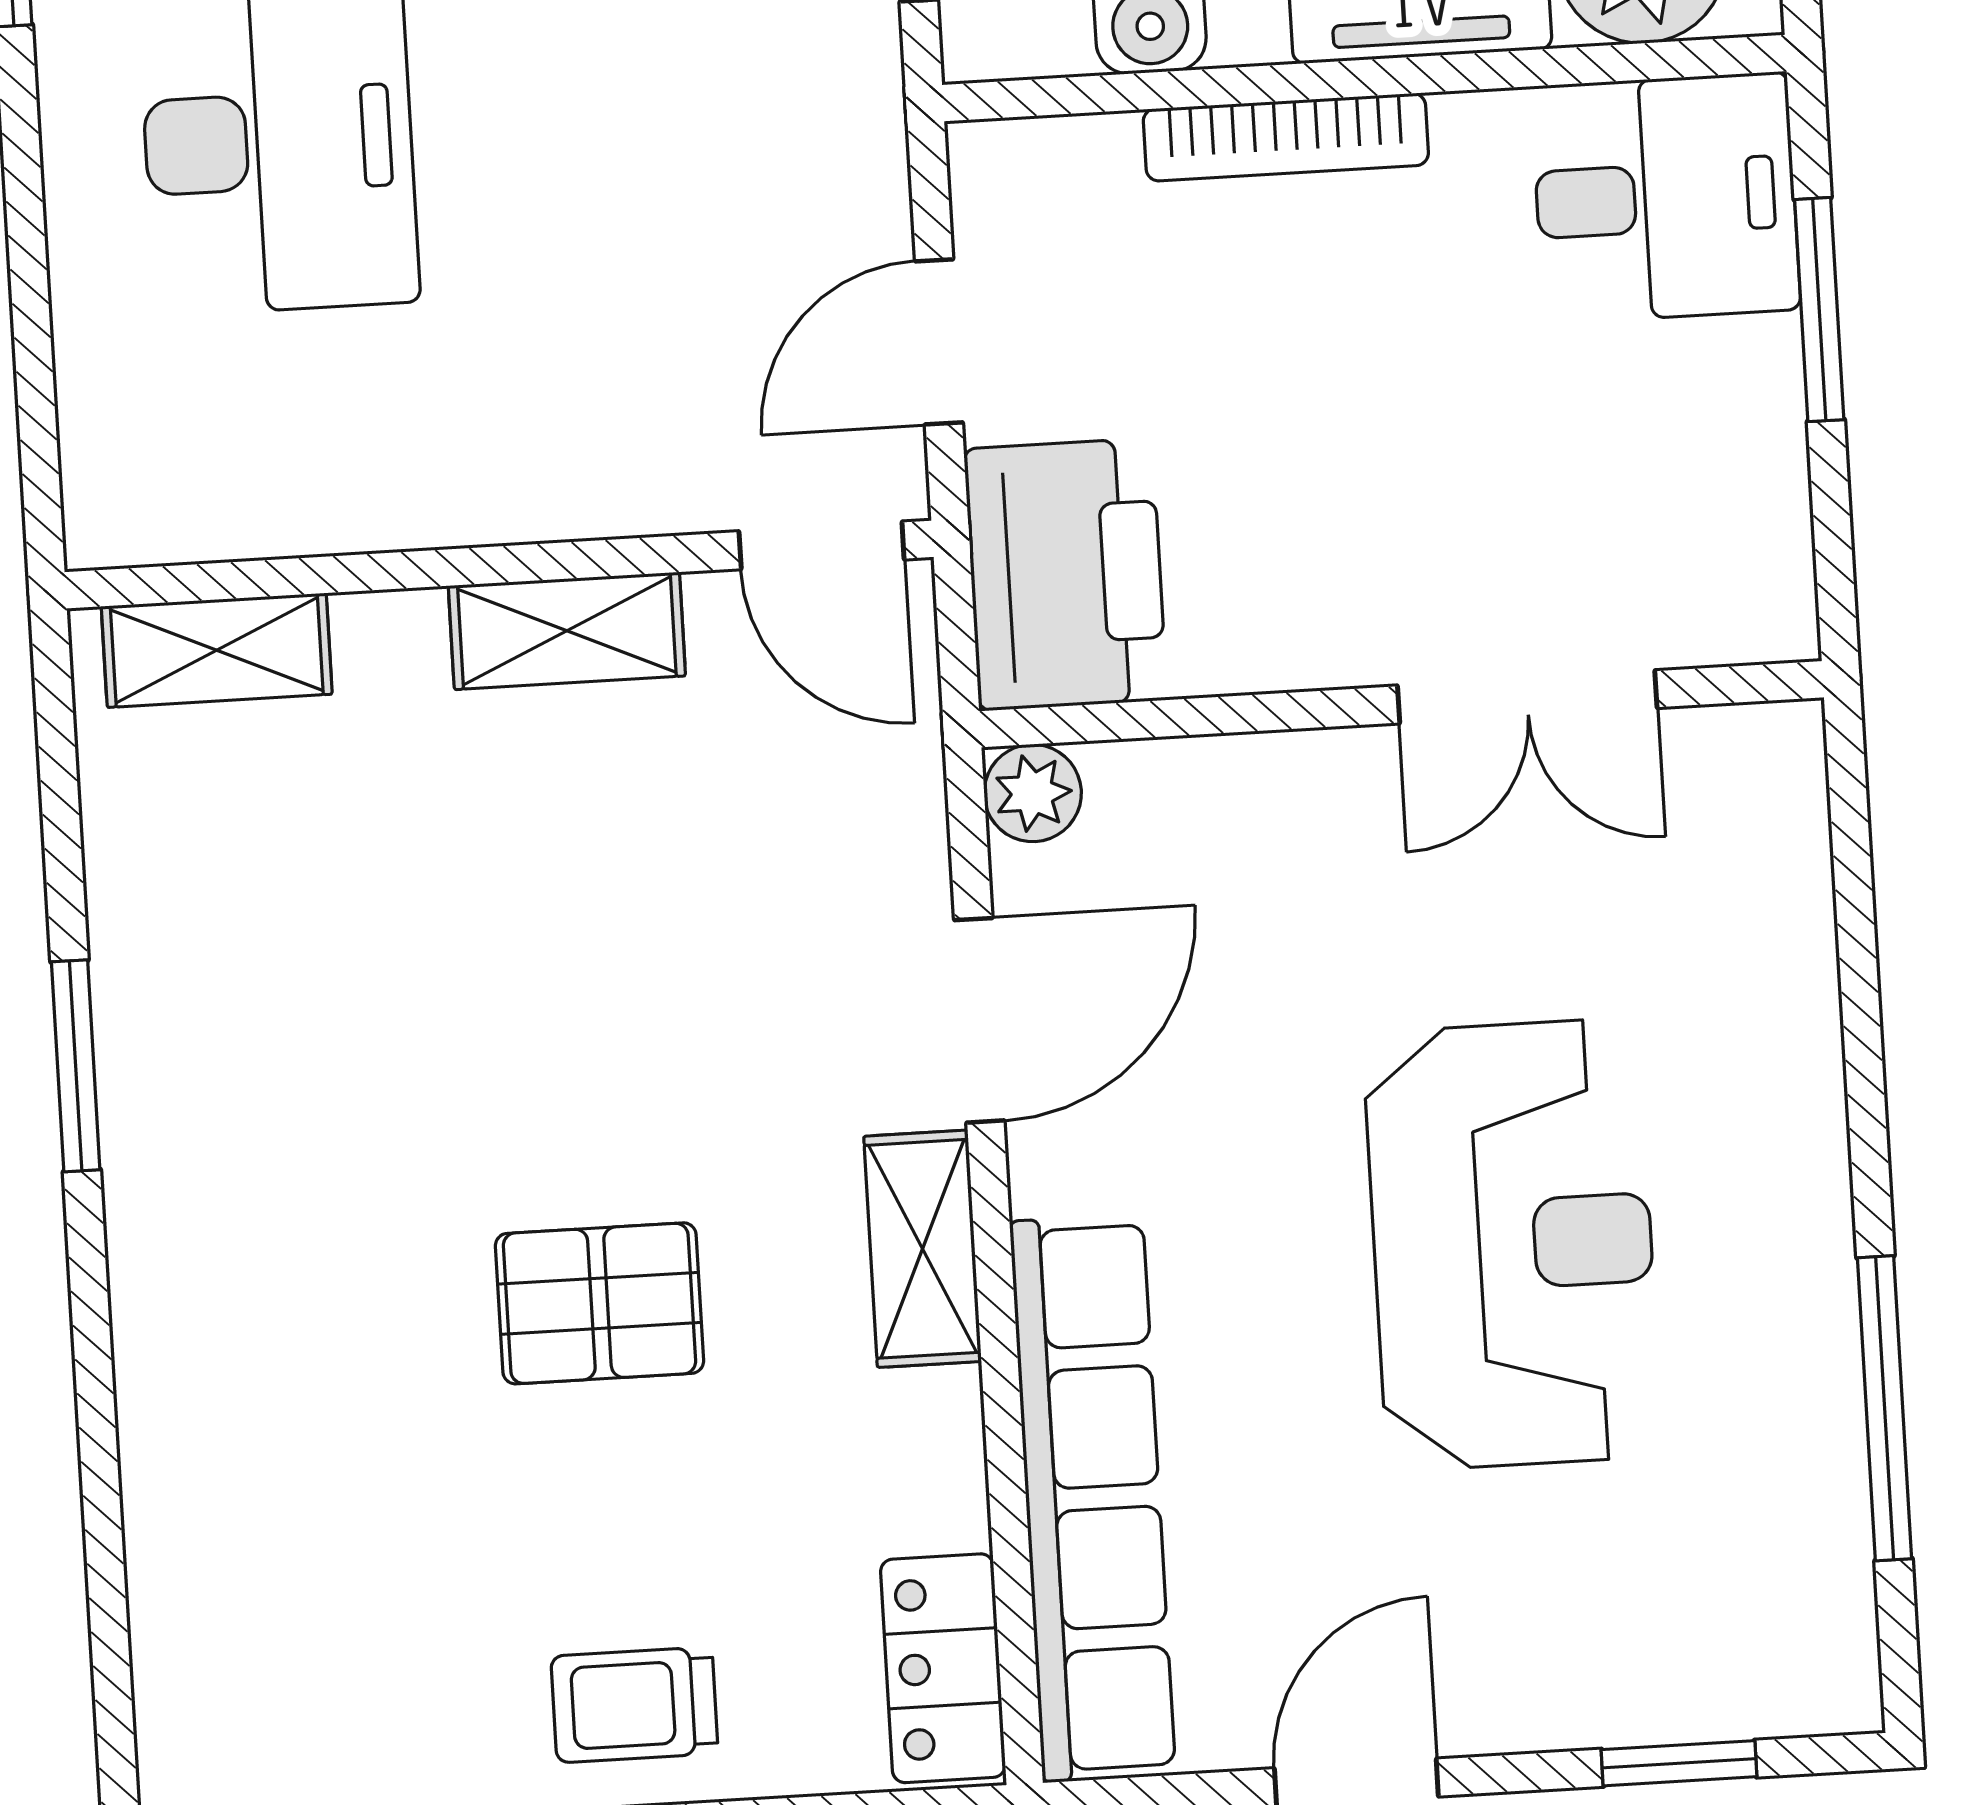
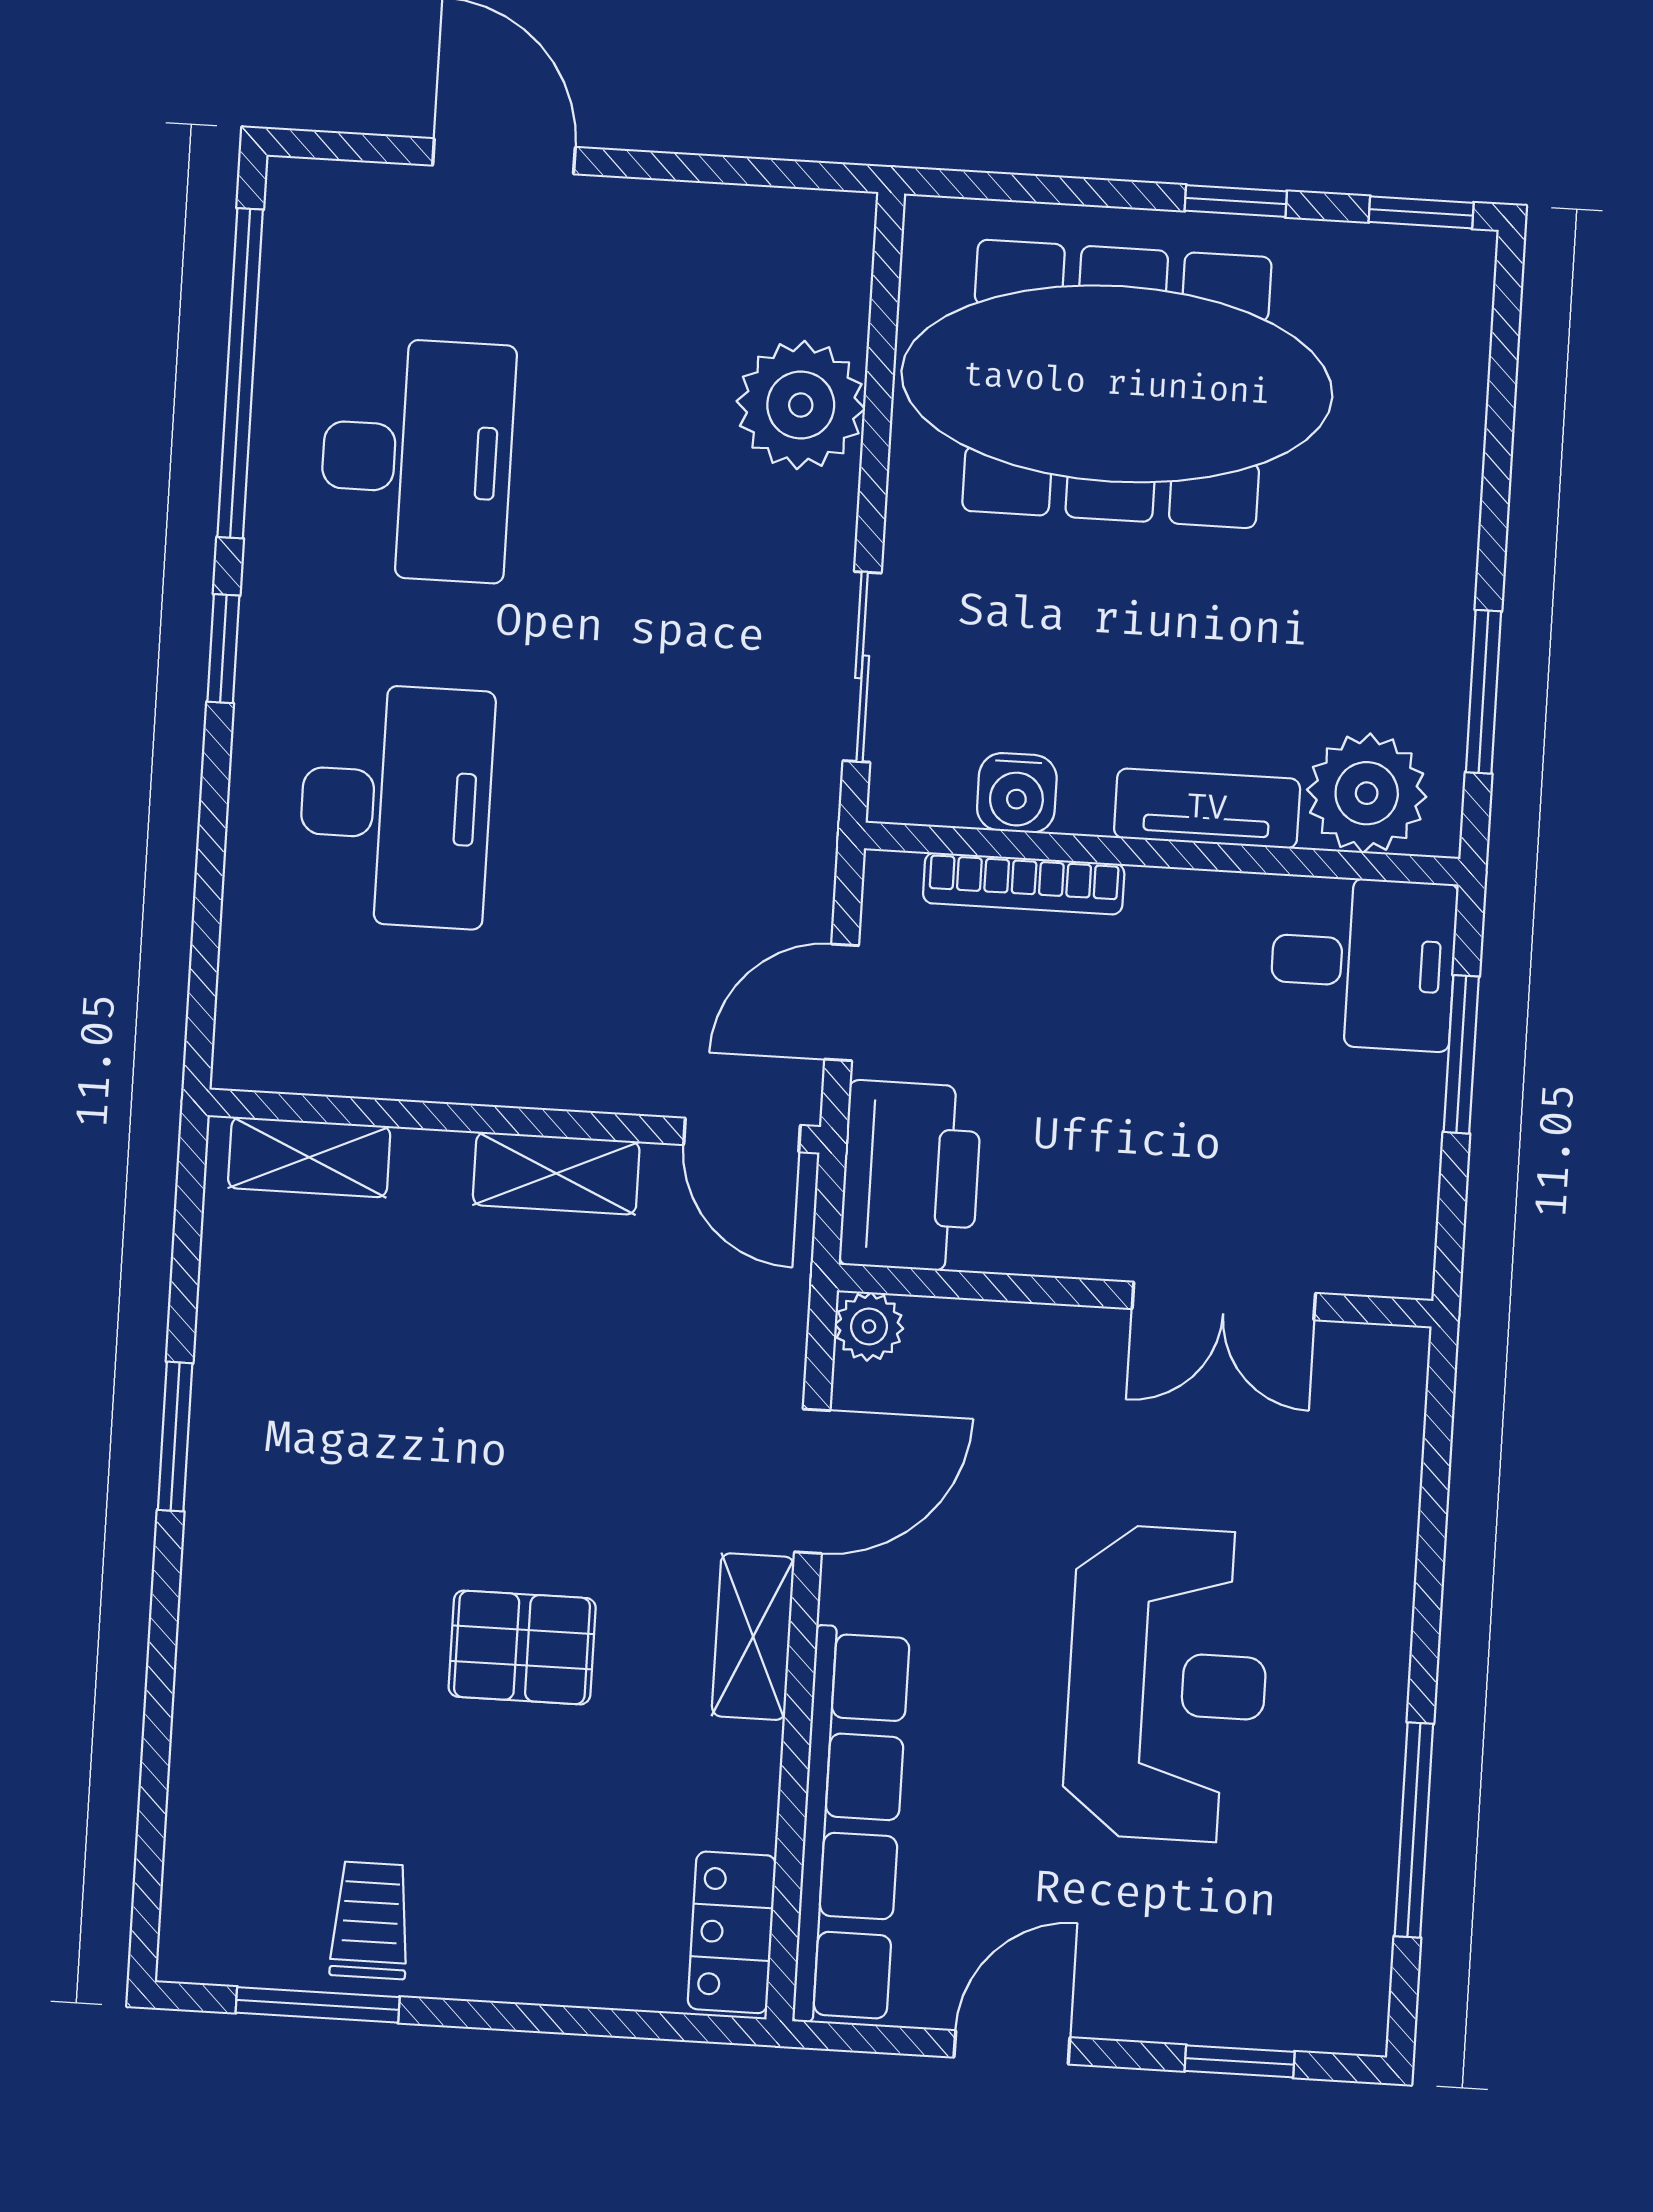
bookcase: (1286, 137) -> (1024, 883), moved
trolley: (634, 1705) -> (370, 1920), moved, turned 90

